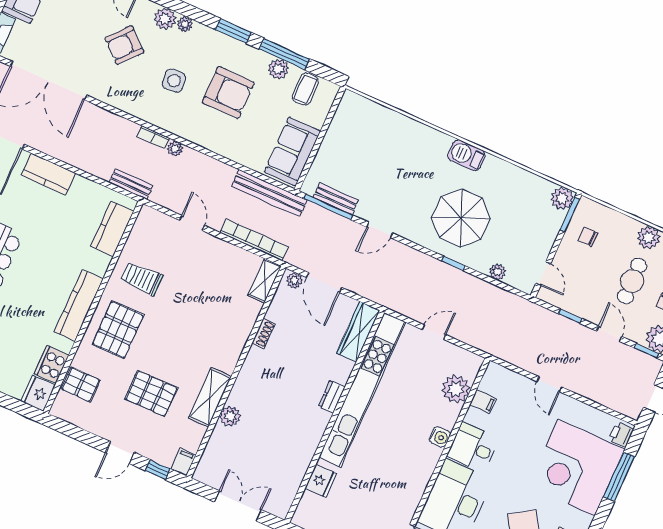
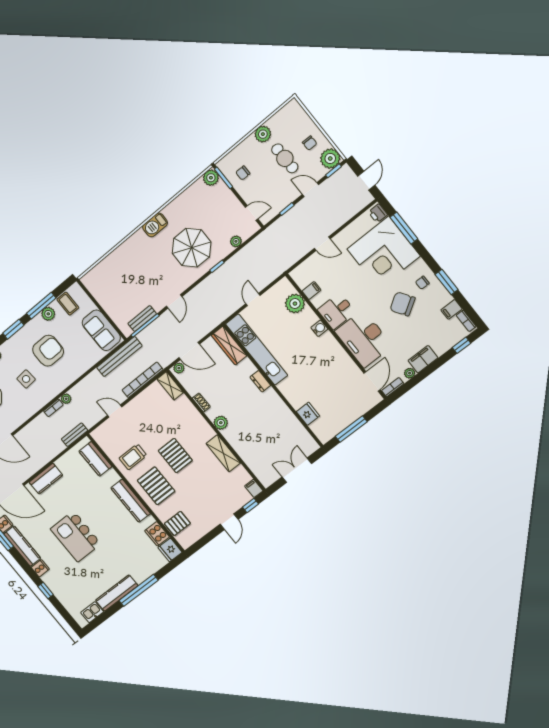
kitchen unit: (362, 390) -> (257, 350), width x0.73
pallet: (151, 394) -> (175, 456), moved, turned 90
plant: (230, 416) -> (221, 423), moved

